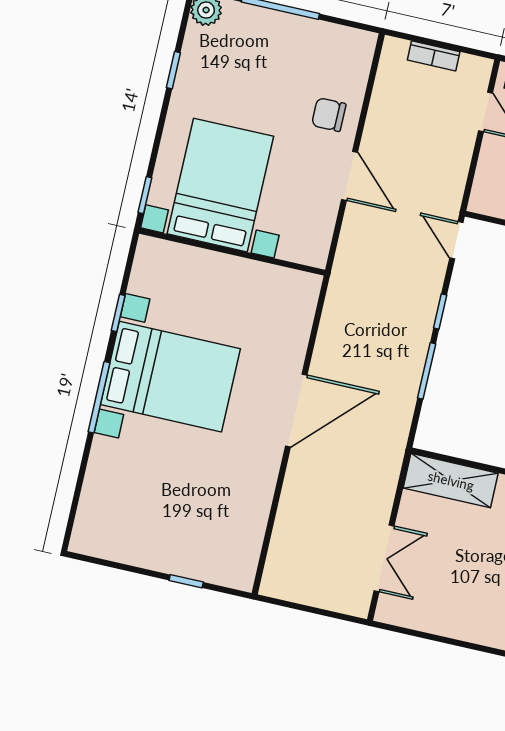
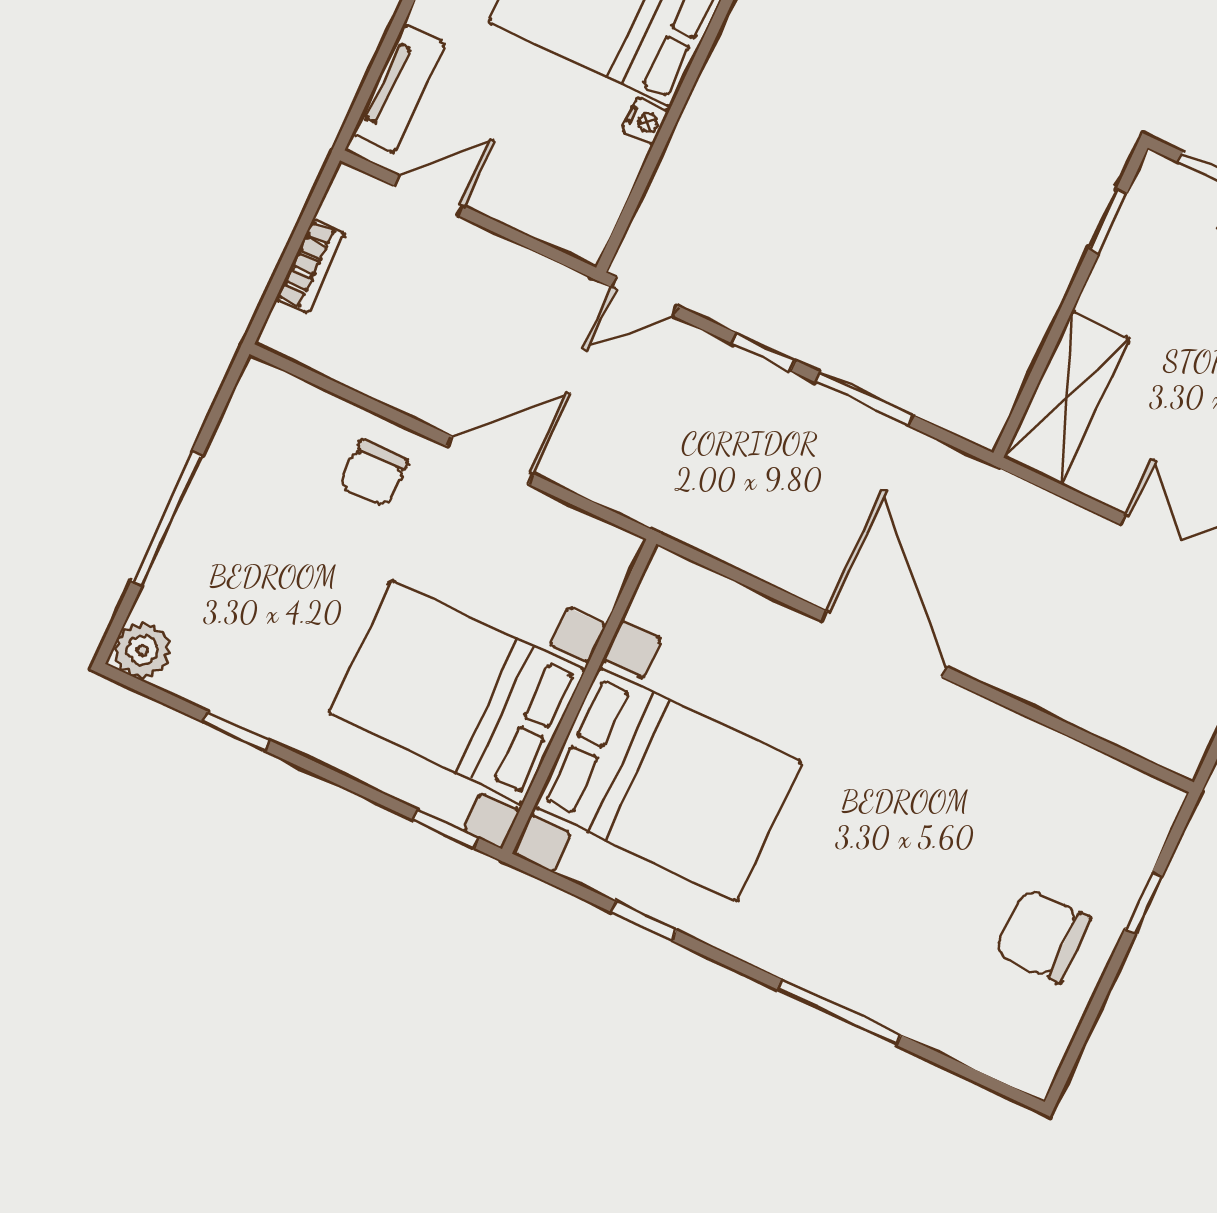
bed with nightstands: (170, 377) -> (668, 784), moved, turned 90
window: (99, 397) -> (840, 1012), moved
chair: (157, 531) -> (1043, 935), added

